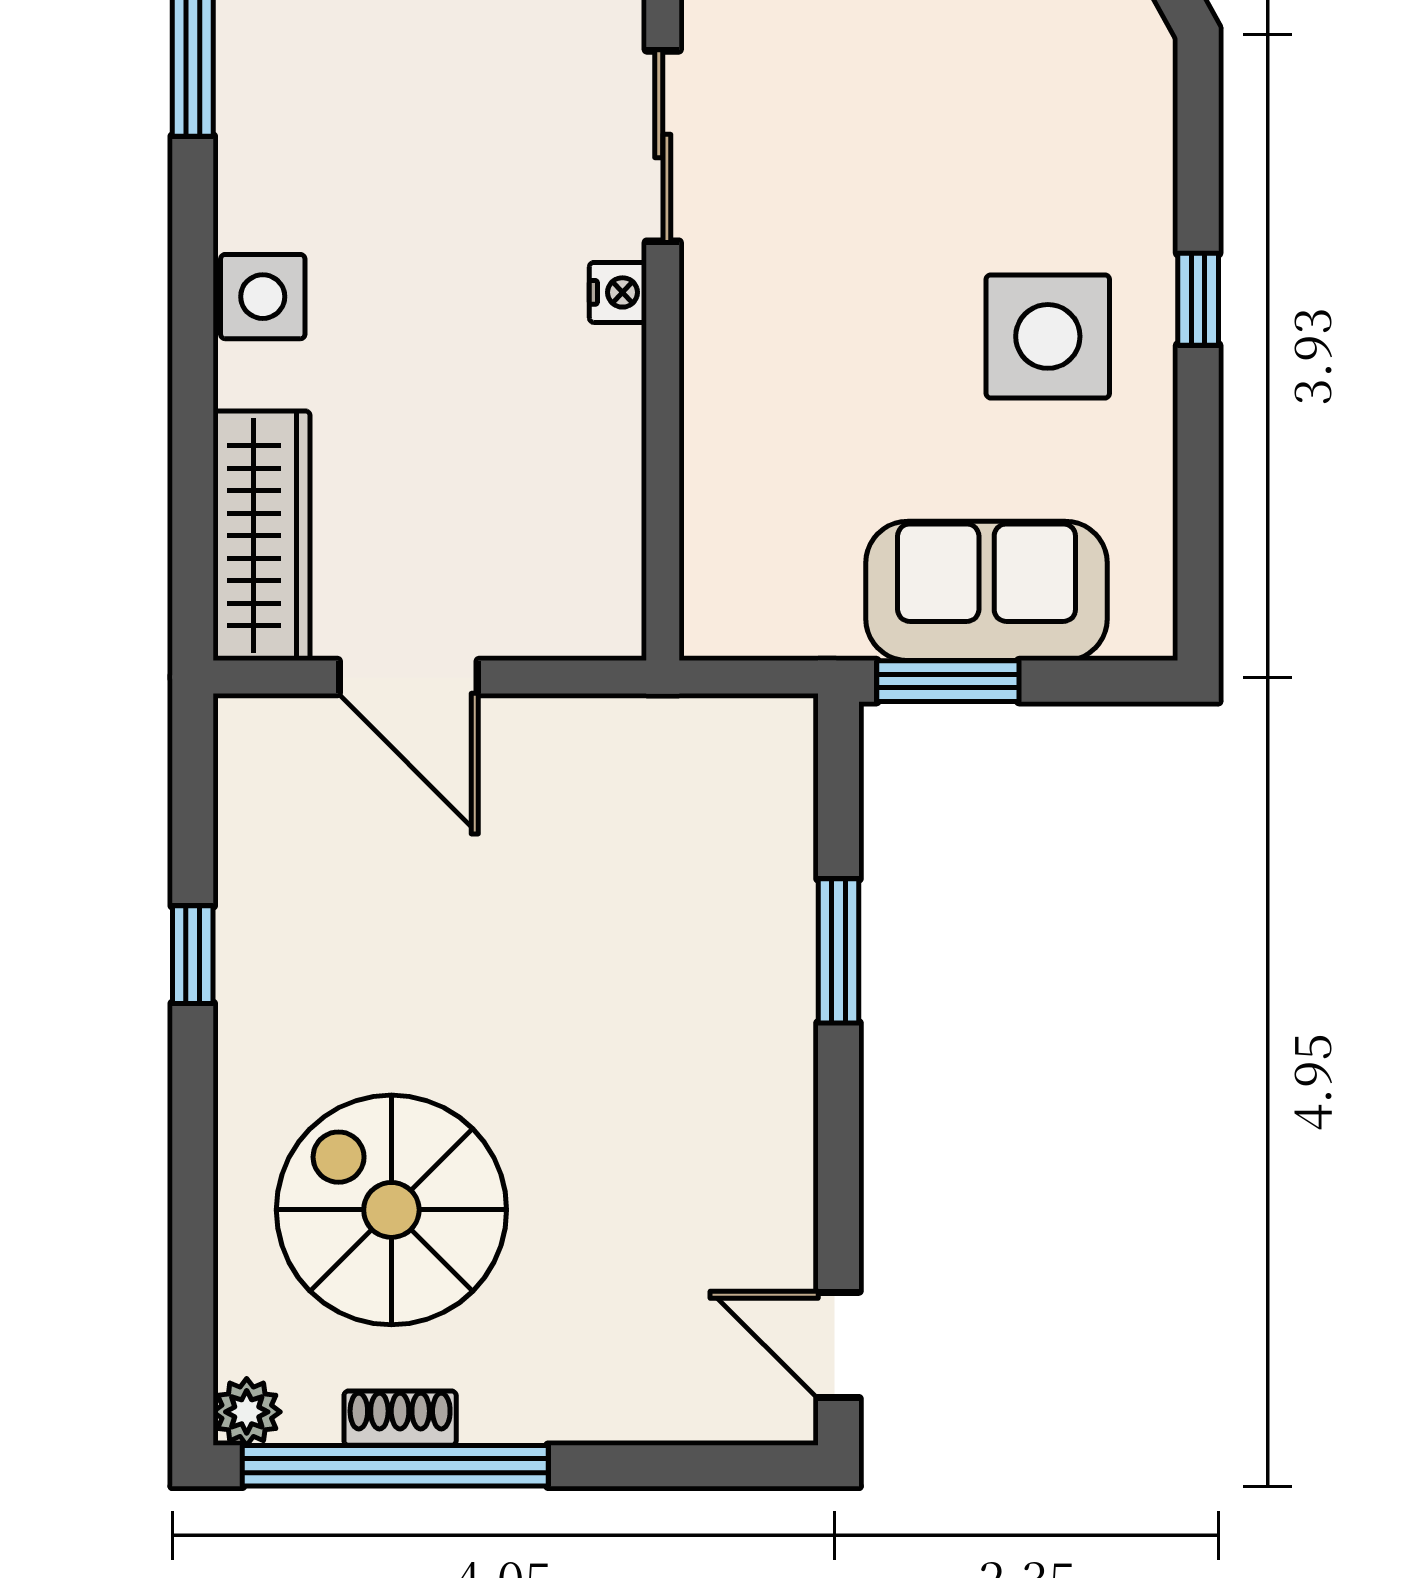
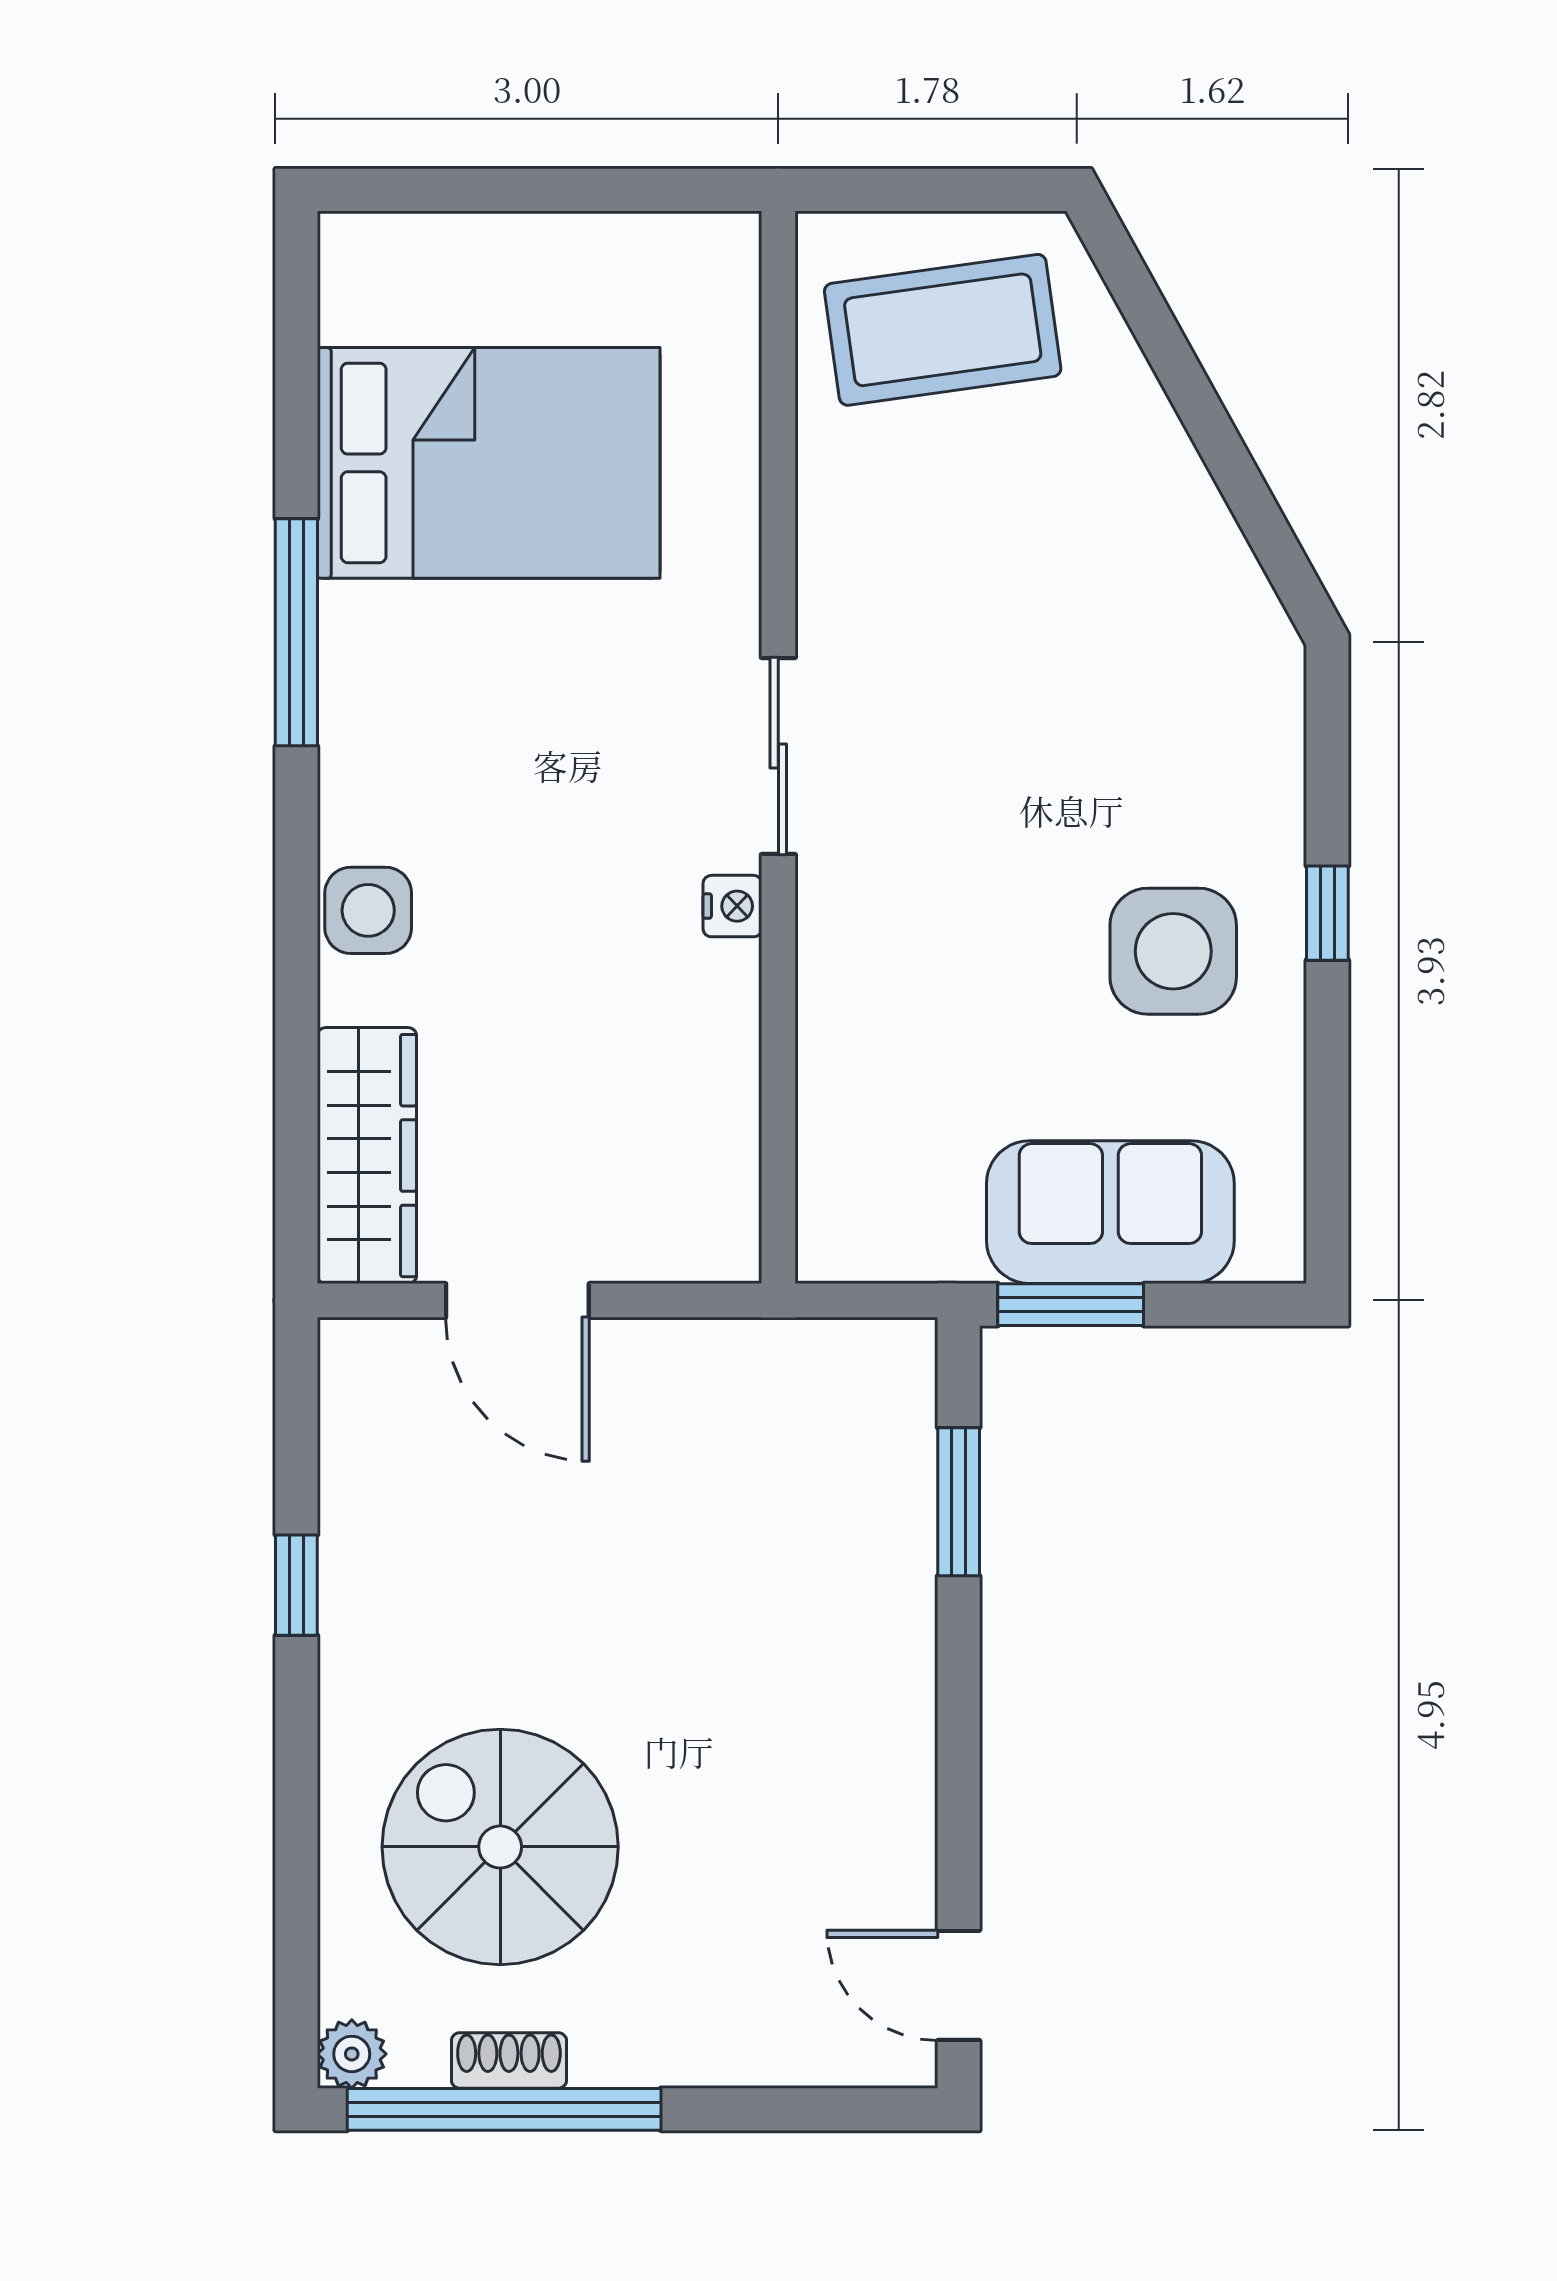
window: (839, 951) -> (959, 1502), moved

